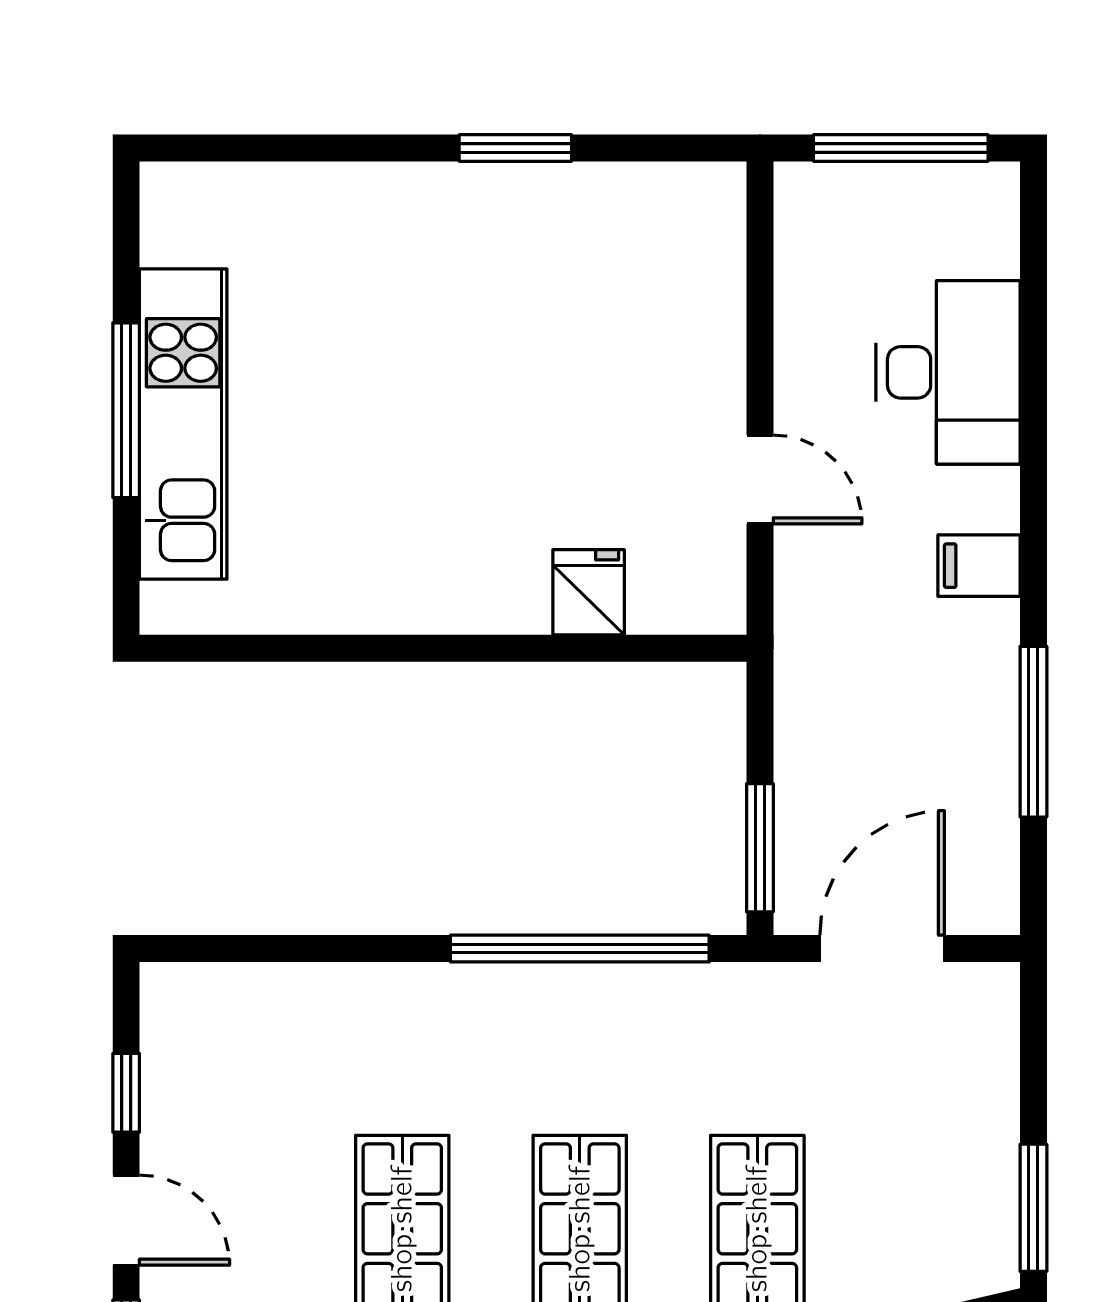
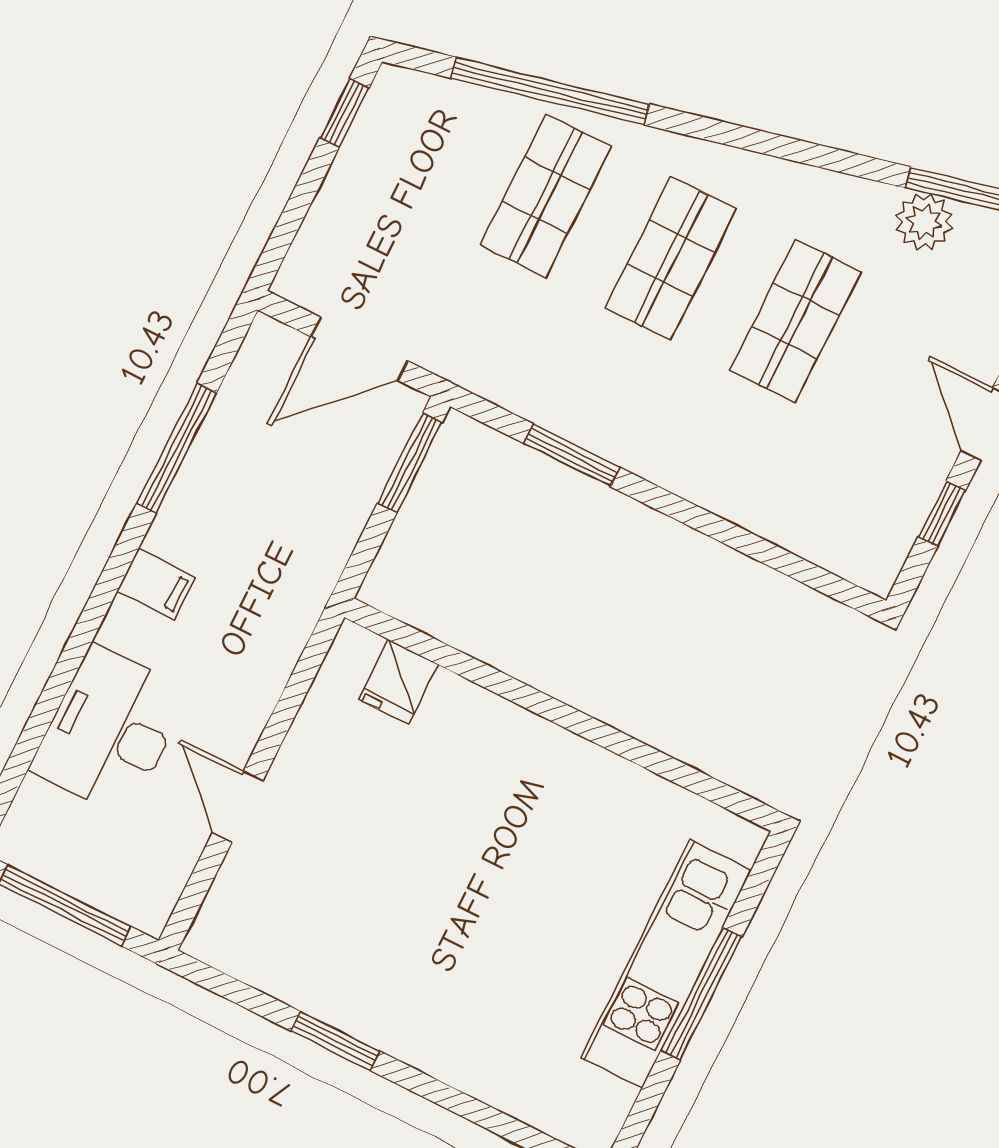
door: (760, 479) -> (238, 807), moved
fridge: (589, 592) -> (399, 682), moved
window: (580, 949) -> (572, 455), width x0.47
window: (1033, 1208) -> (344, 113), width x0.67

